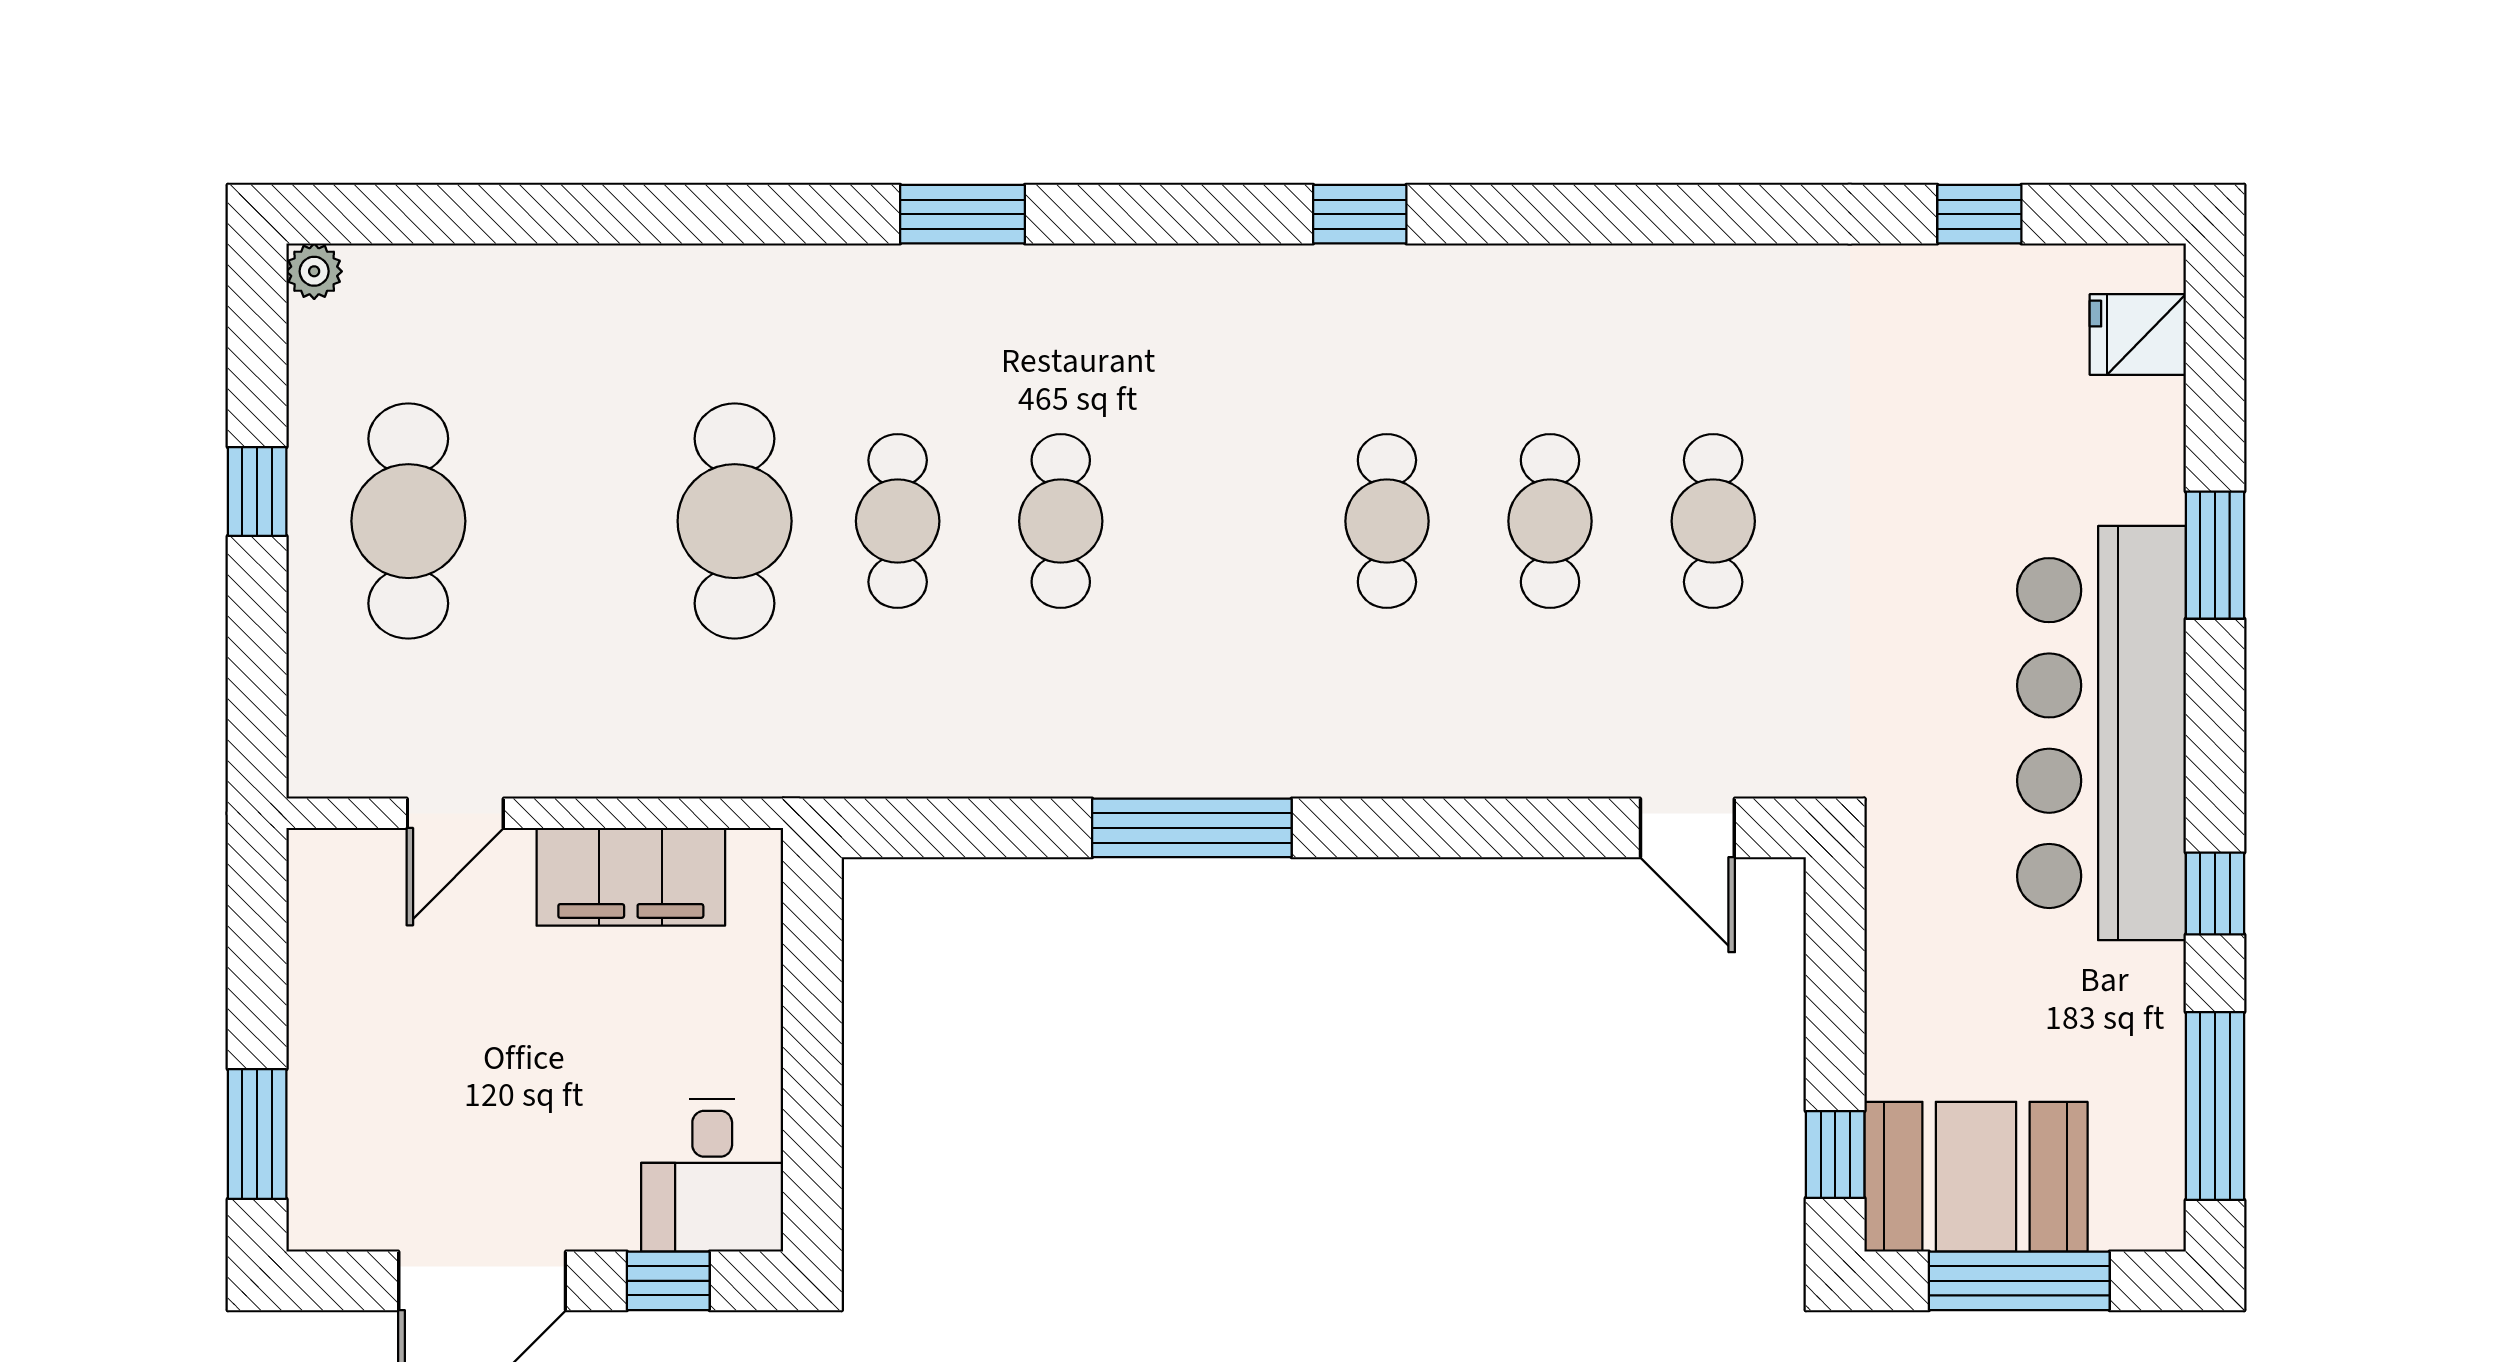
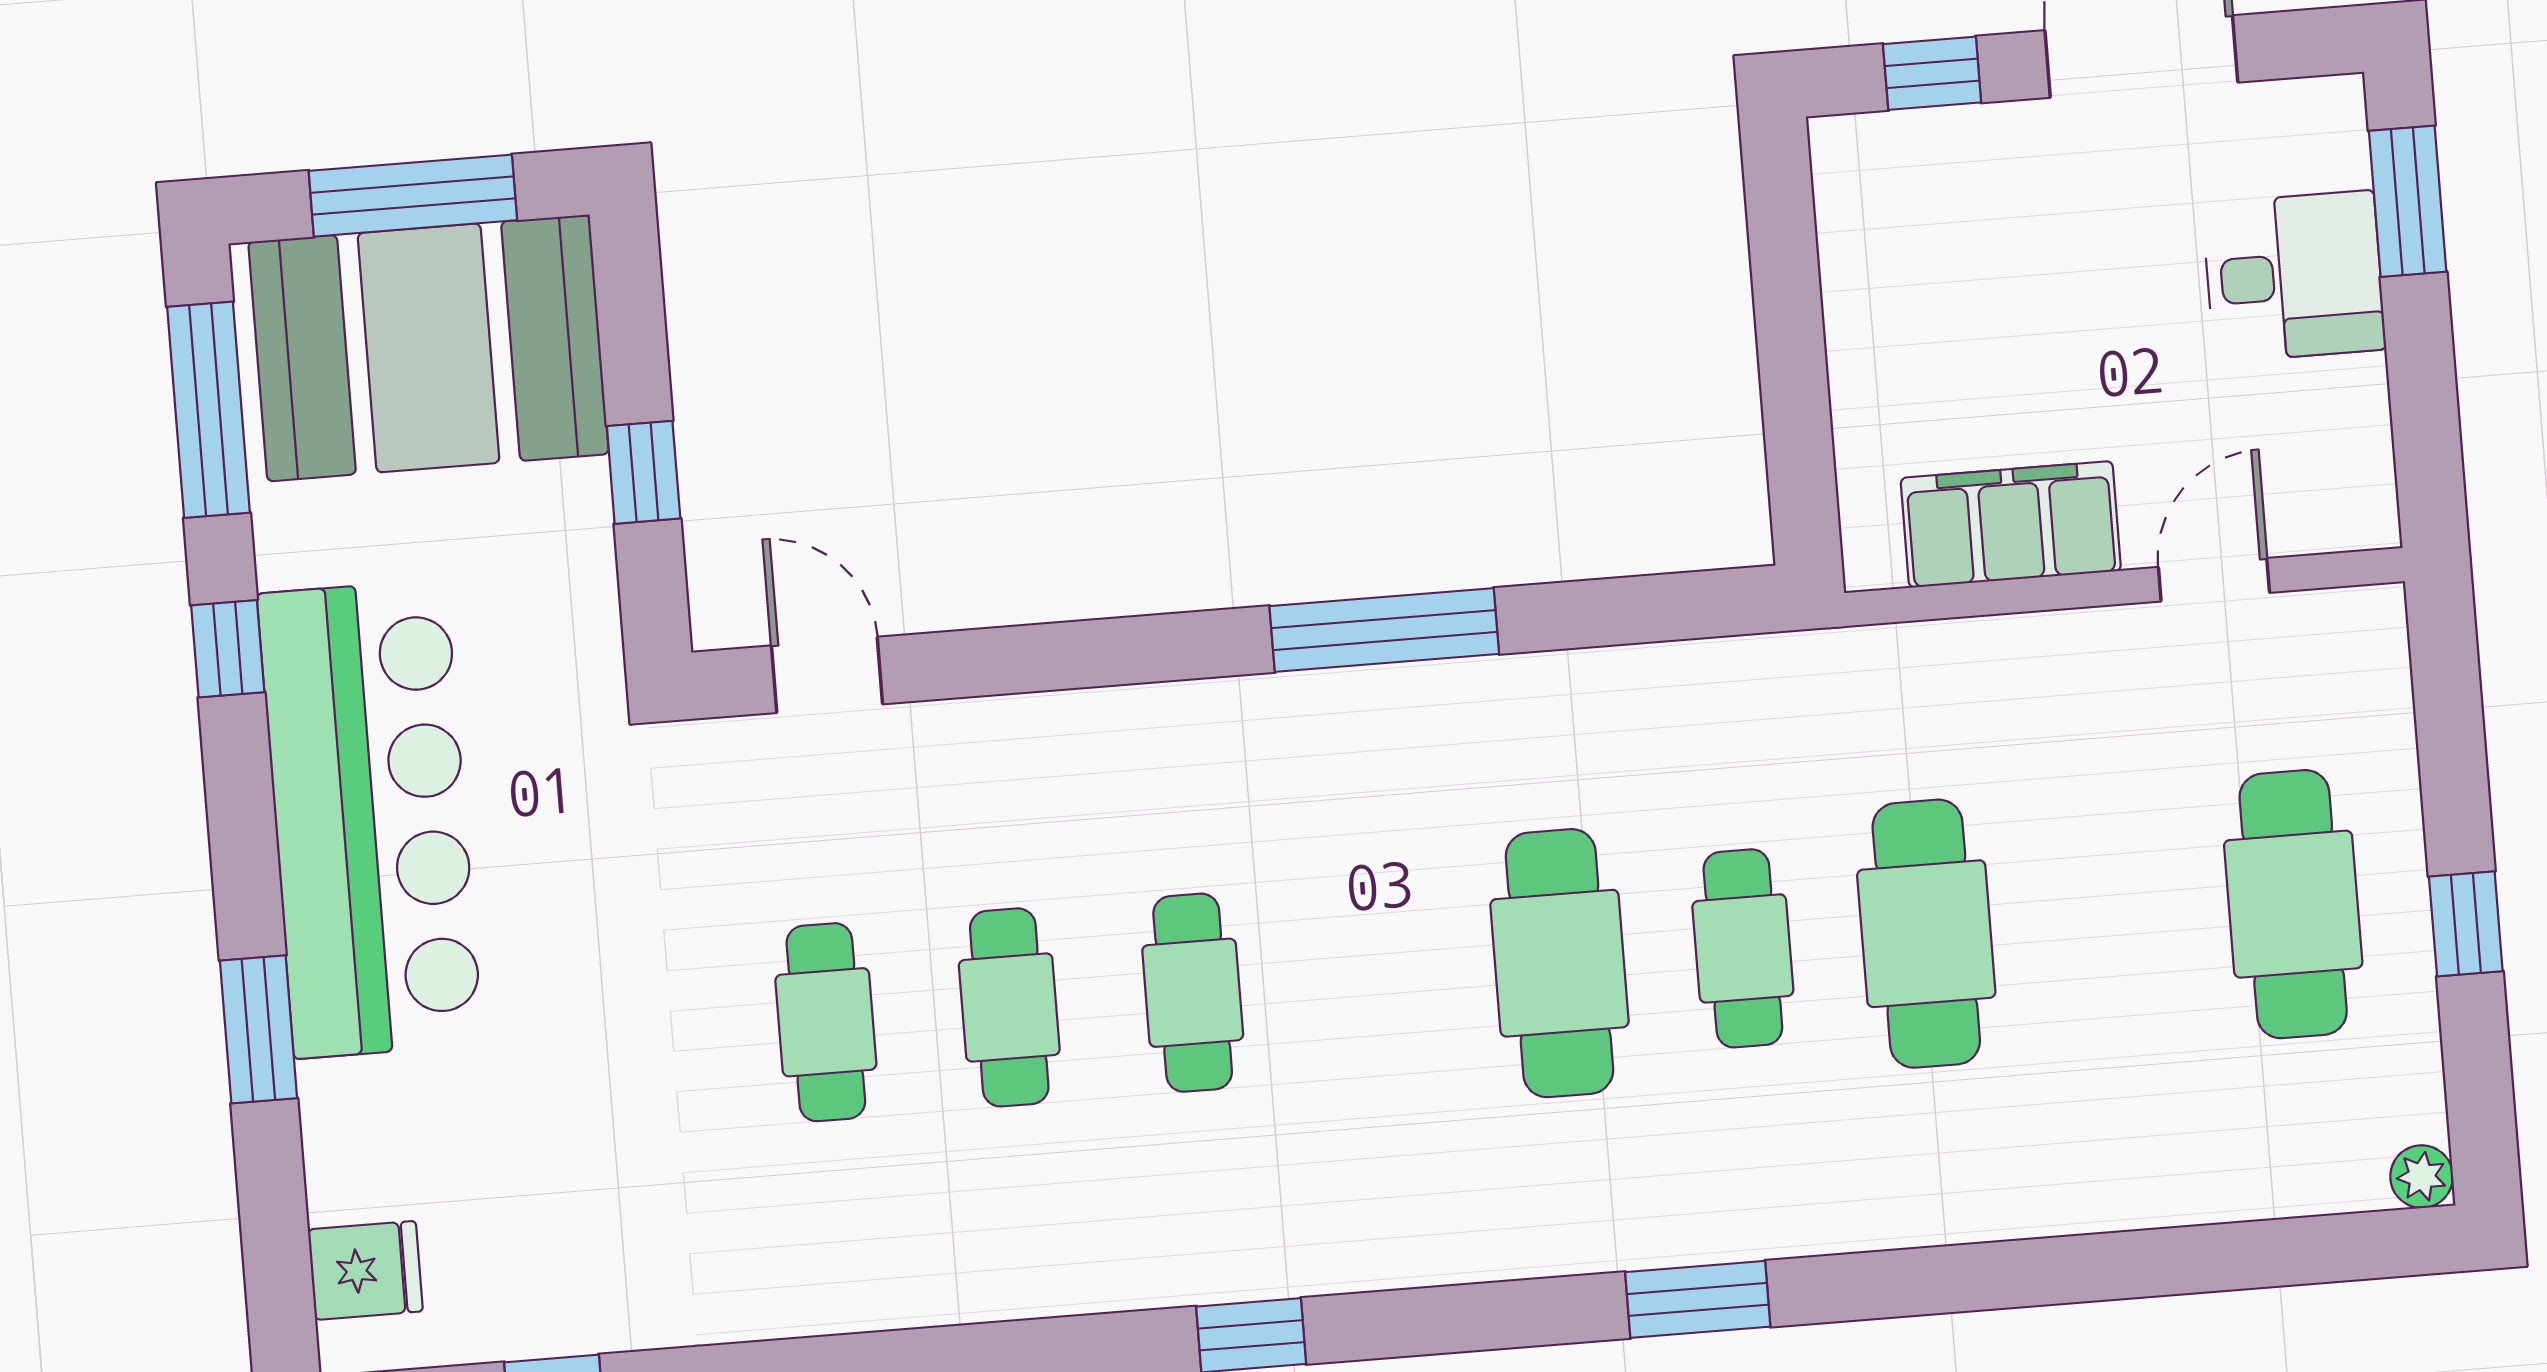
cafe table: (1061, 521) -> (1559, 963), width x1.37, depth x1.35
window: (1835, 1155) -> (644, 472), moved
desk: (712, 1175) -> (2294, 276), moved, turned 90
booth: (1976, 1177) -> (429, 348), width x1.36, depth x1.42

